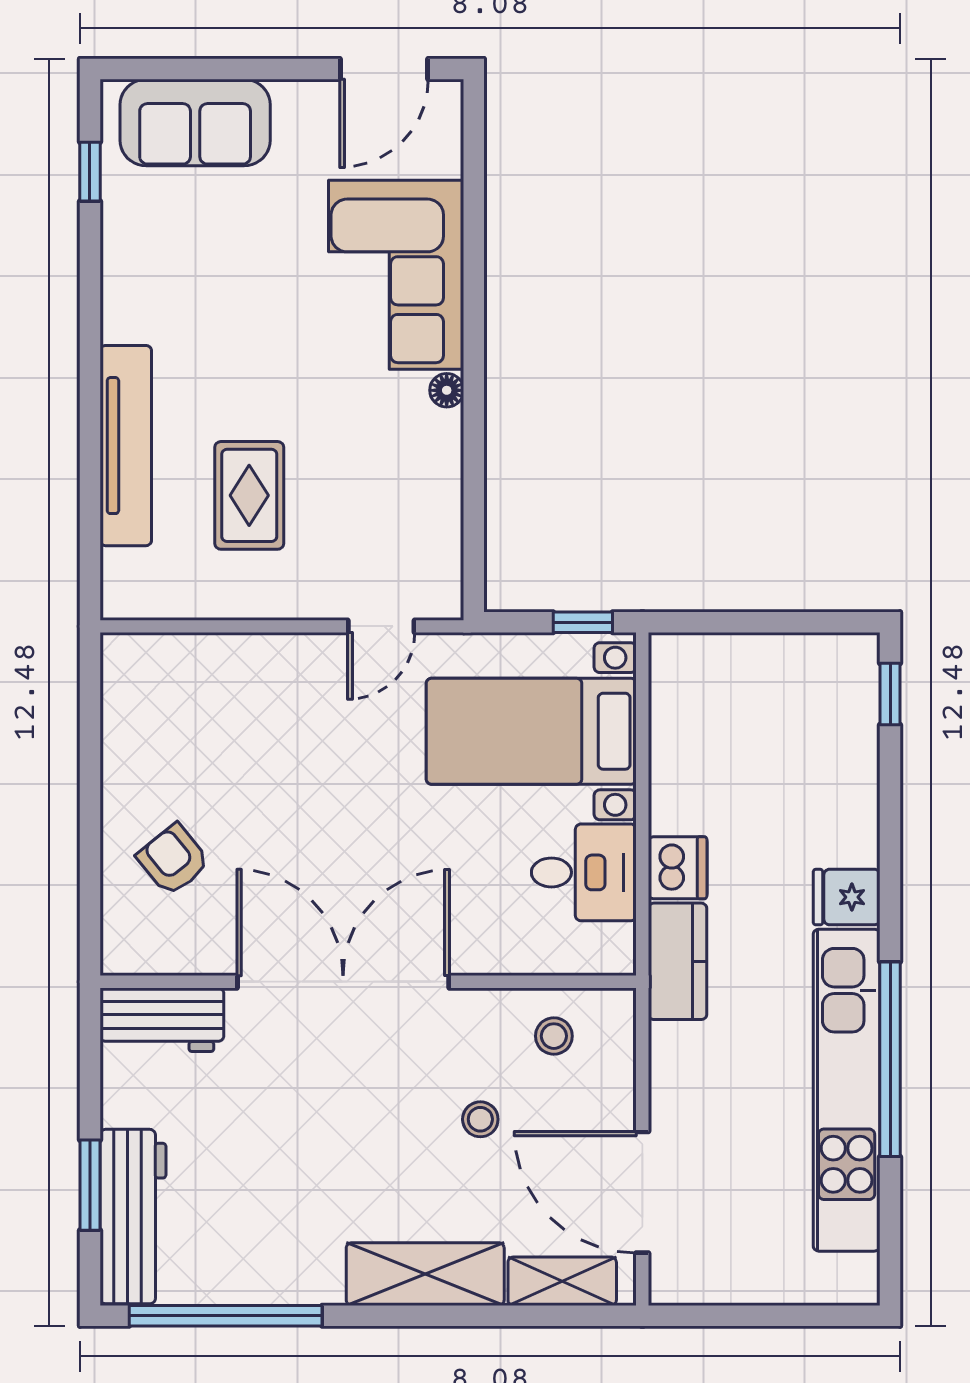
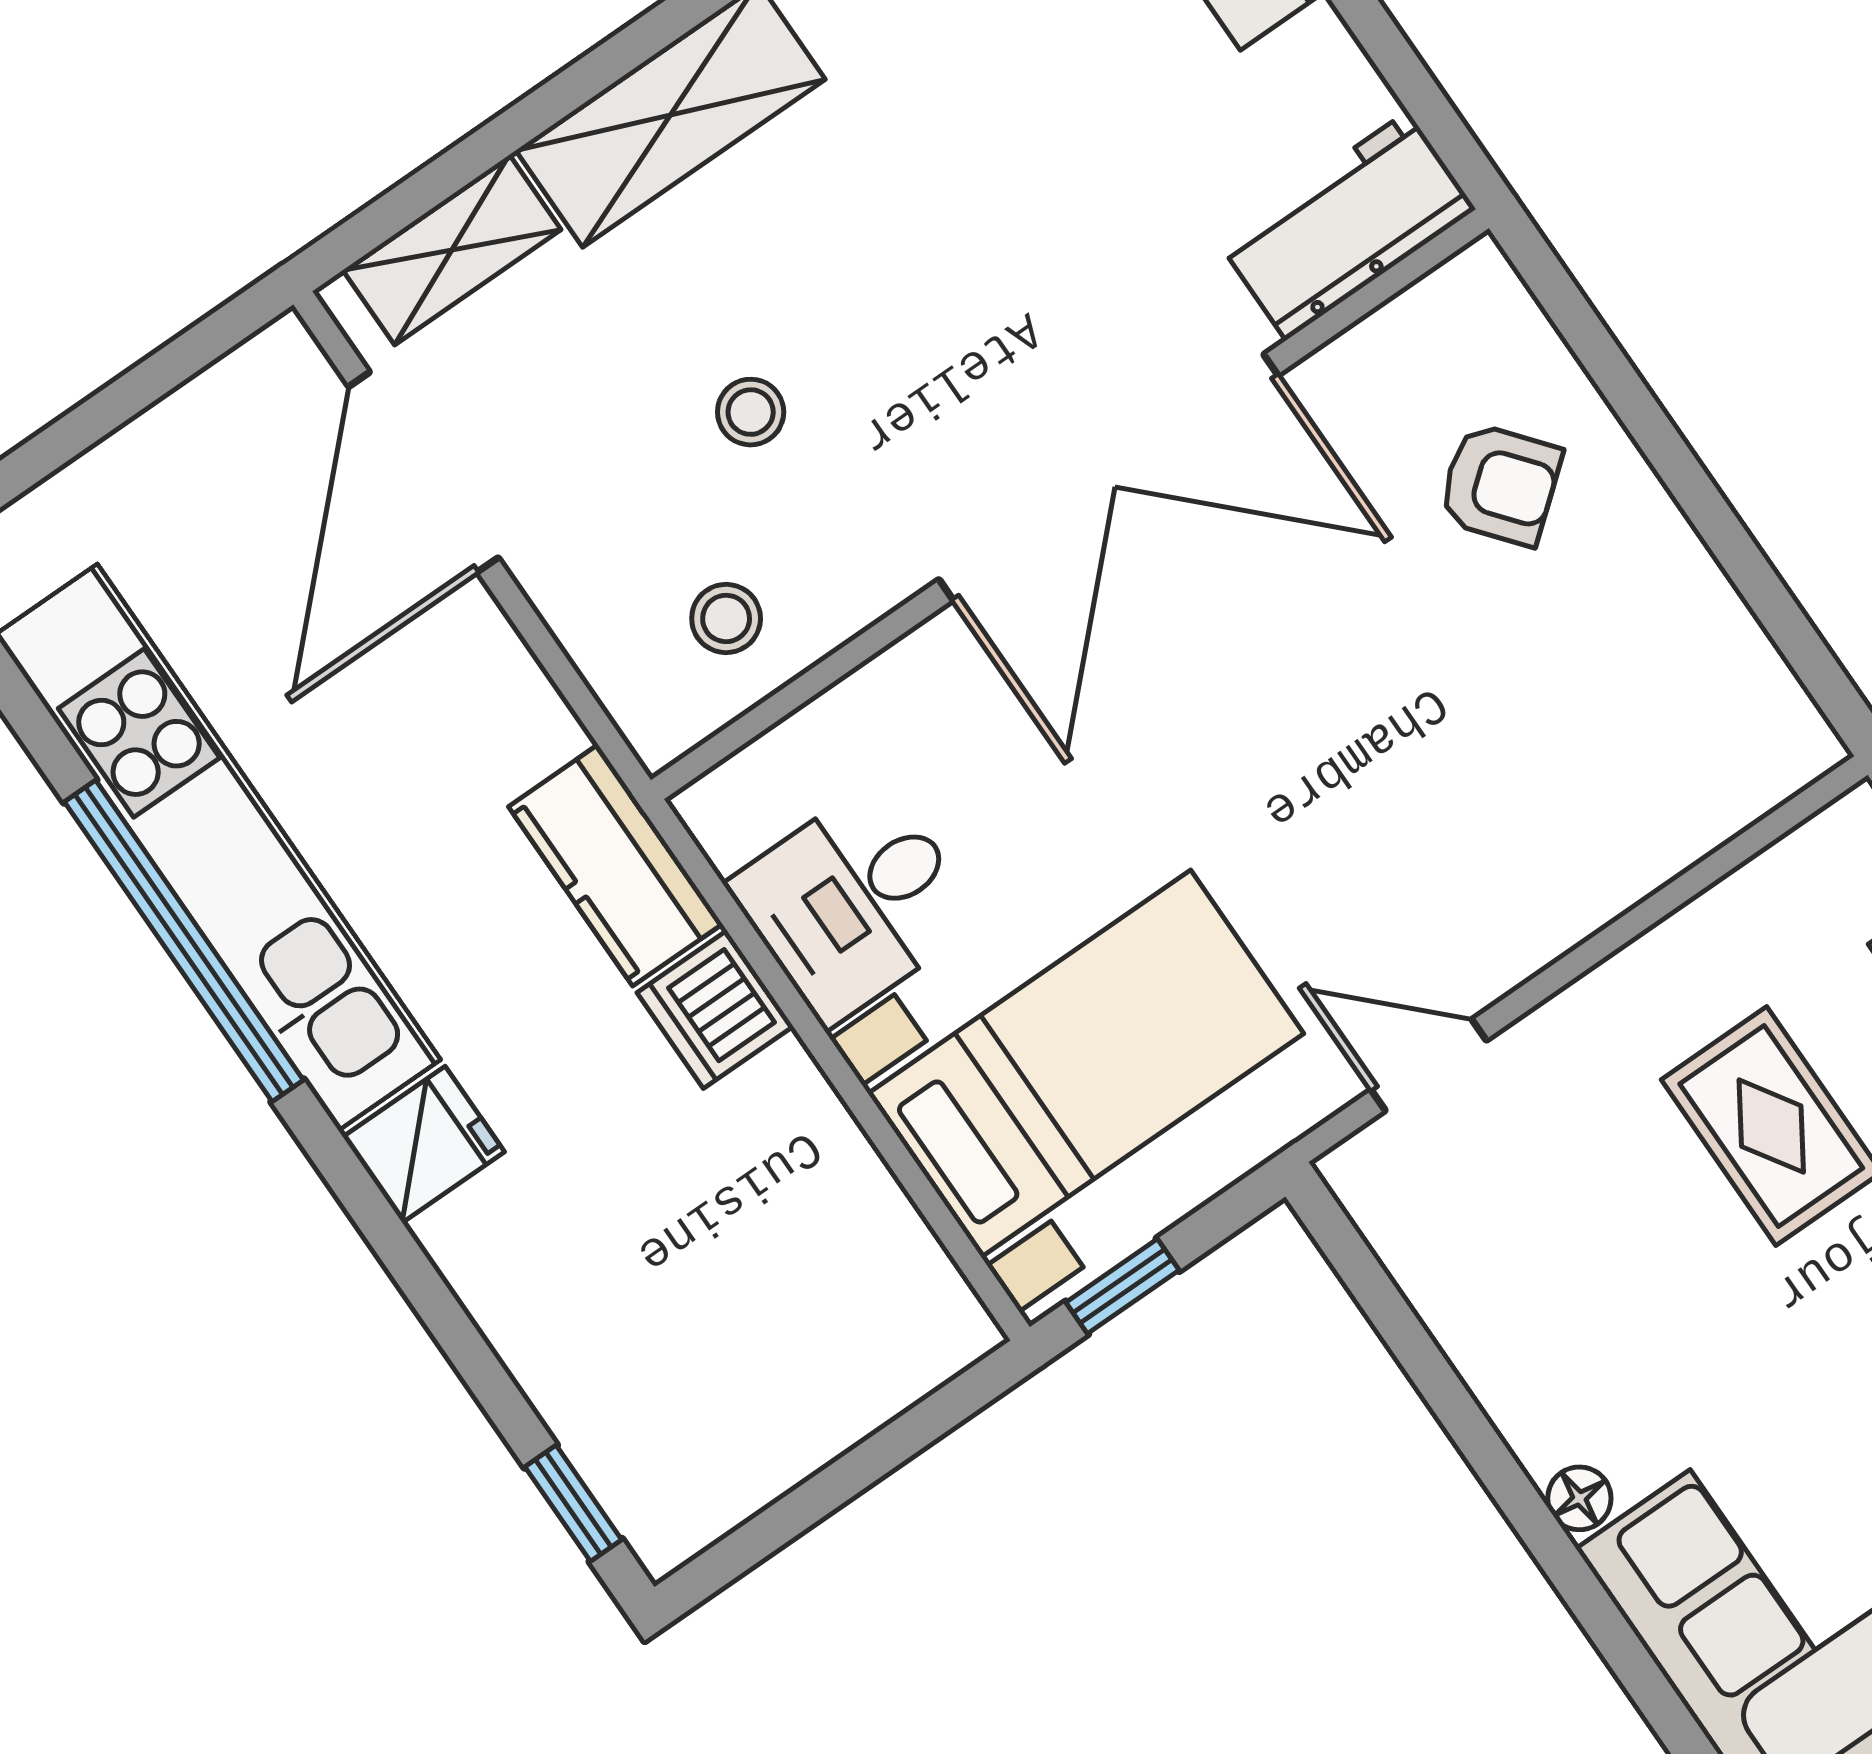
door: (381, 626) -> (1429, 1065), hinge flipped
door: (642, 1192) -> (423, 472), swing flipped

